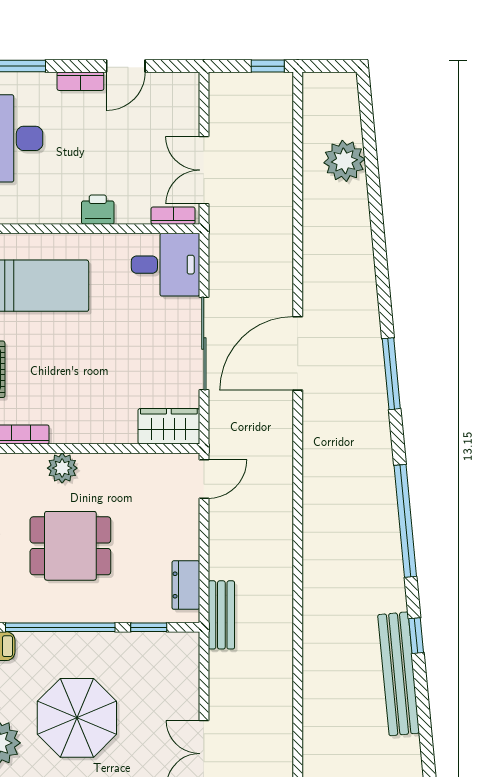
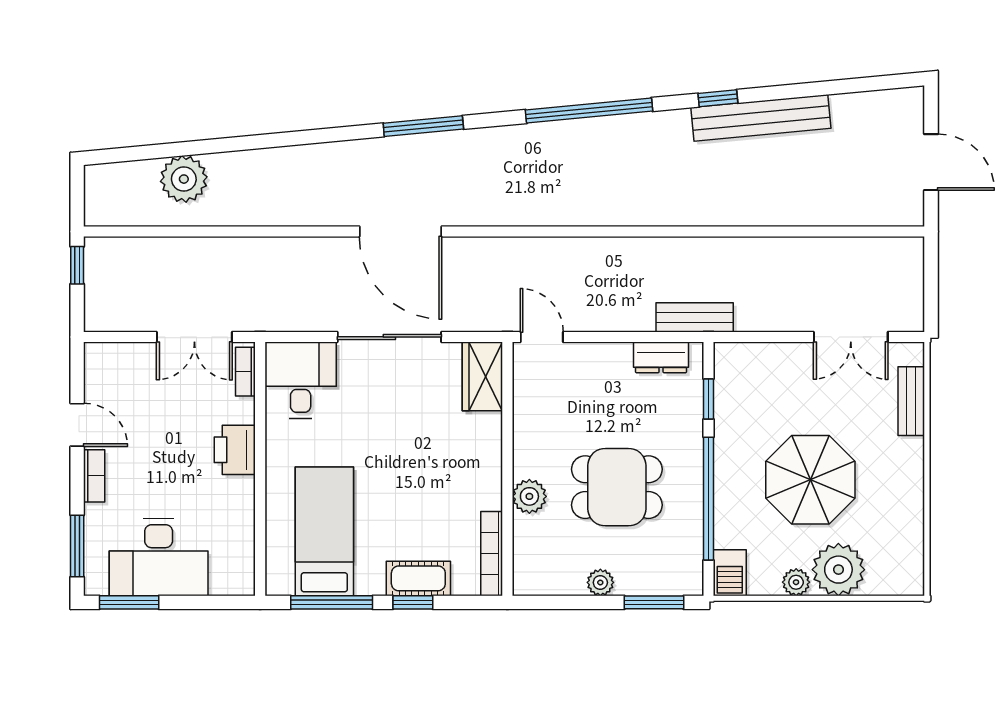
printer: (98, 210) -> (235, 450), width x1.36, depth x1.24
dining table: (70, 546) -> (617, 487), turned 90

